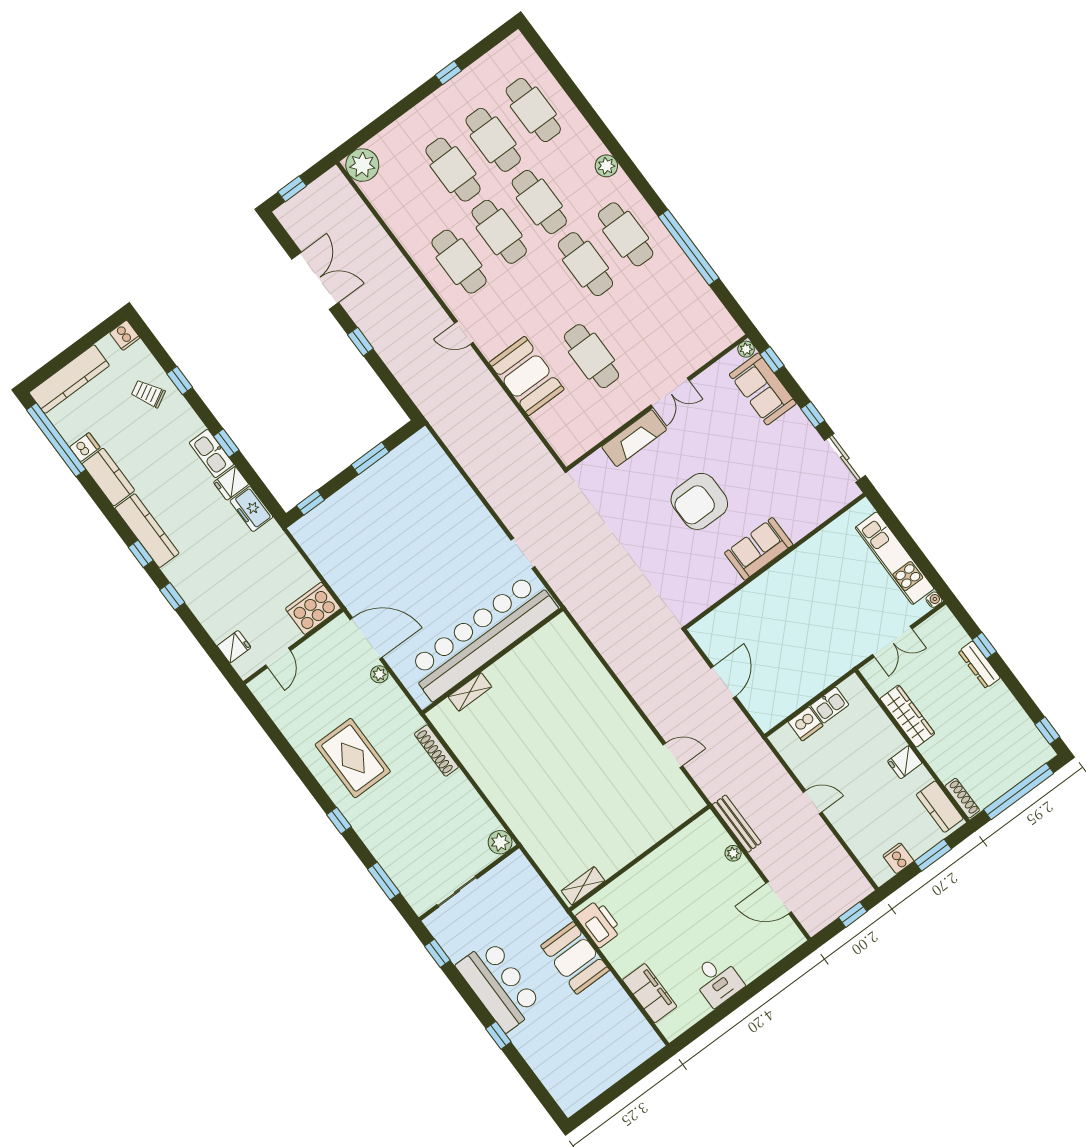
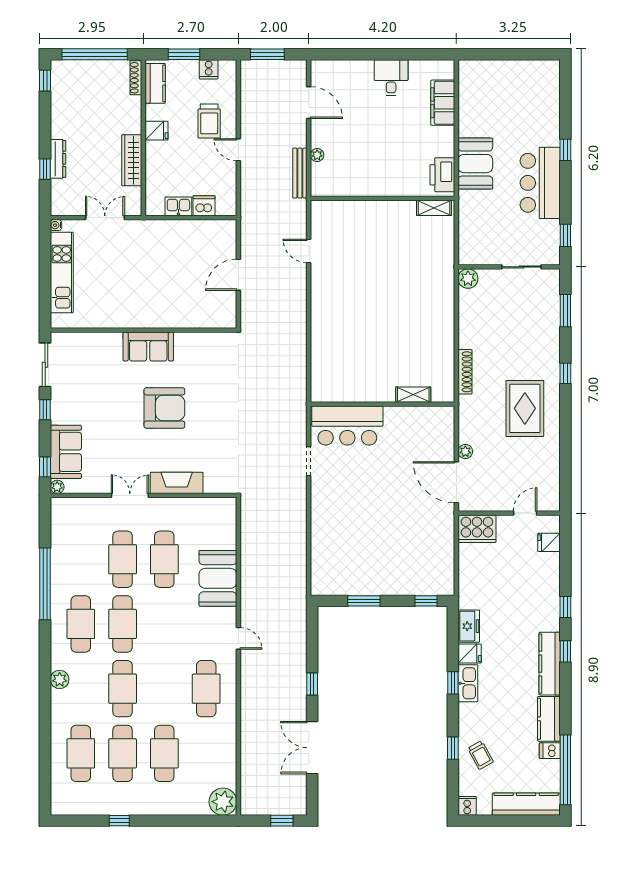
cafe table: (499, 232) -> (123, 559), moved
bar counter: (482, 637) -> (347, 426), width x0.54
trolley: (861, 809) -> (209, 121), added
window: (853, 915) -> (267, 54), width x1.50

